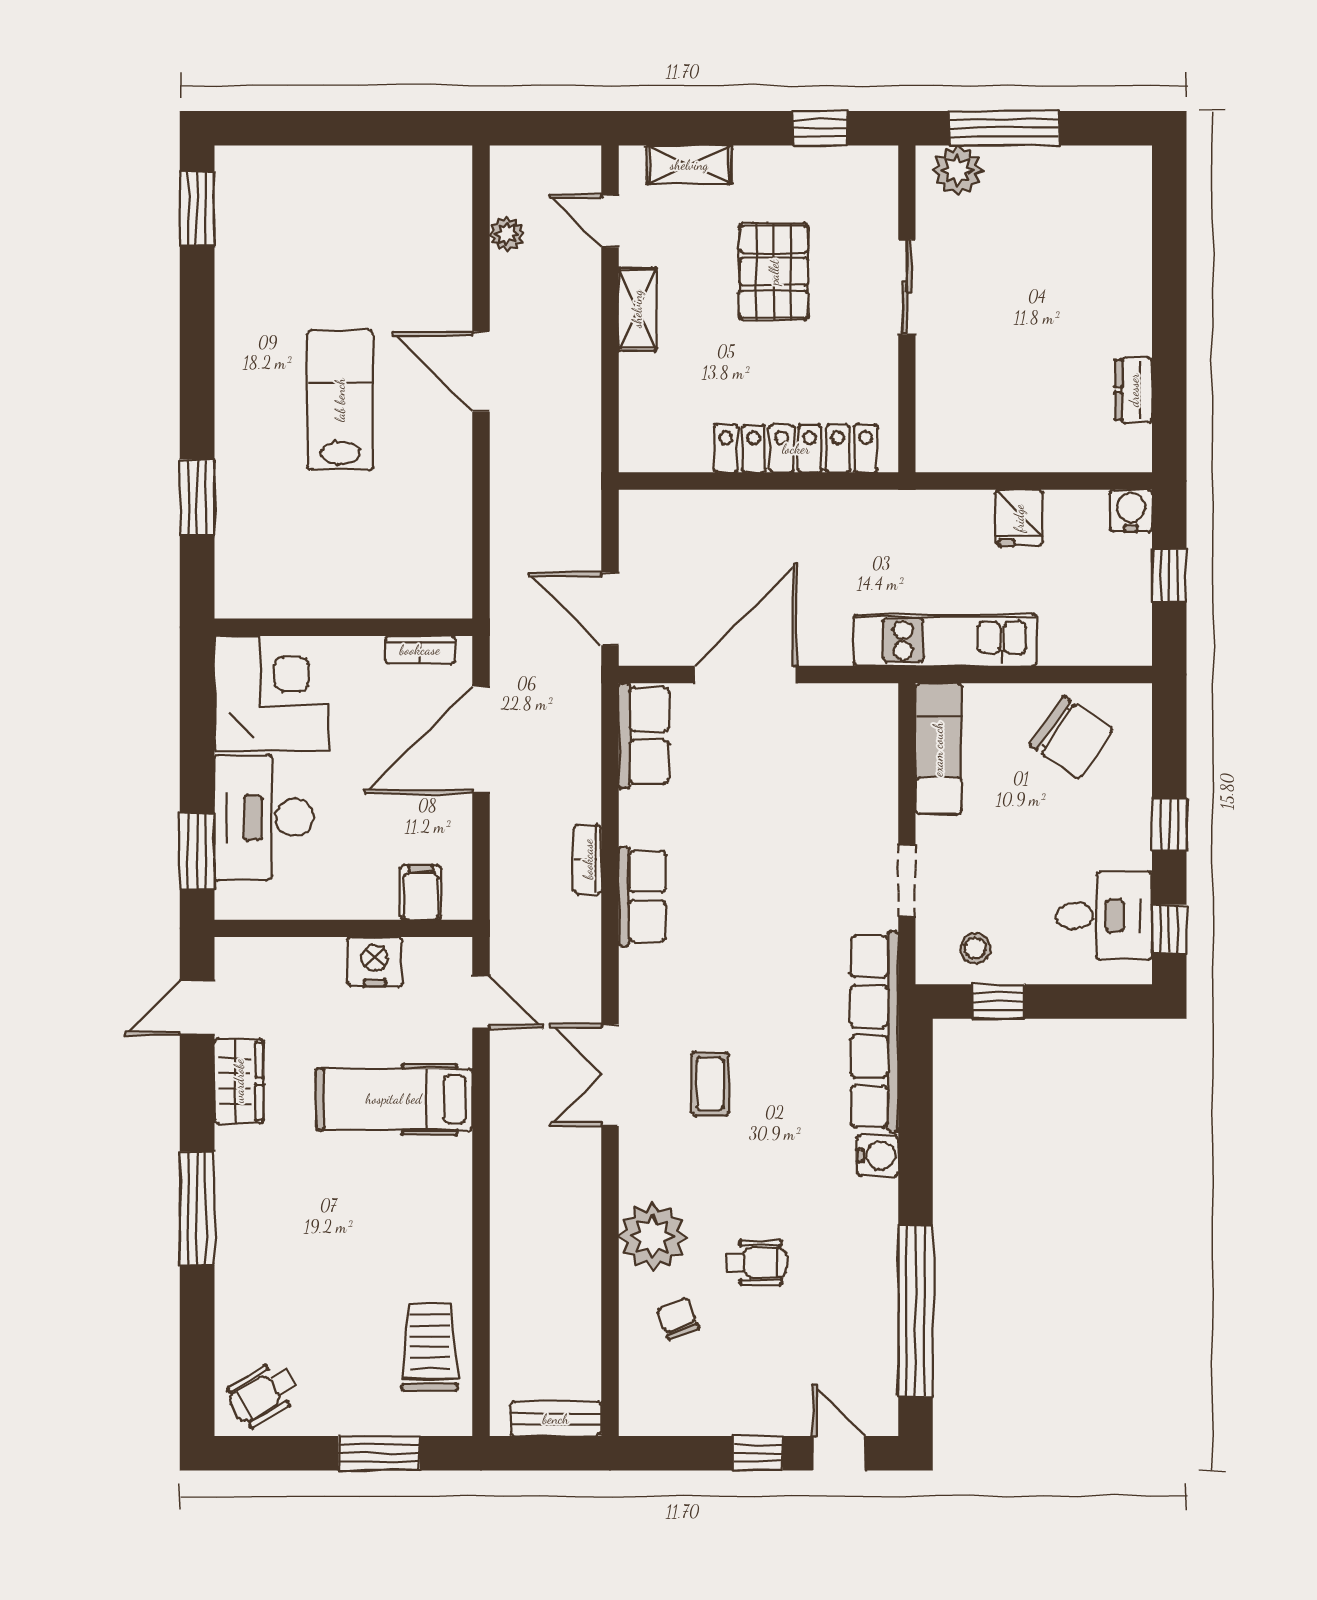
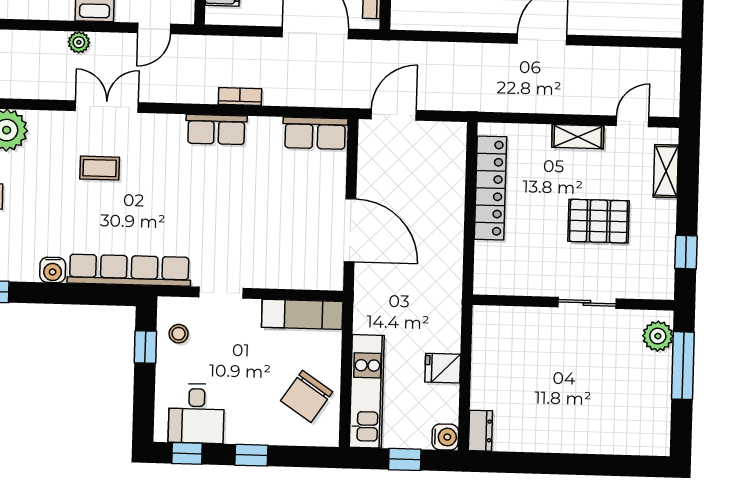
plant: (507, 234) -> (79, 42), moved
dresser: (1134, 390) -> (480, 431), moved, turned 90
locker: (796, 449) -> (490, 188), moved
kitchen unit: (945, 640) -> (367, 391), moved
door: (746, 675) -> (350, 230), moved

